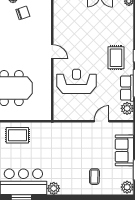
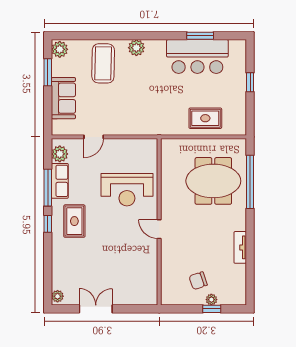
coffee table: (94, 177) -> (103, 63), width x1.86, depth x1.72
plant: (54, 188) -> (136, 48), moved

